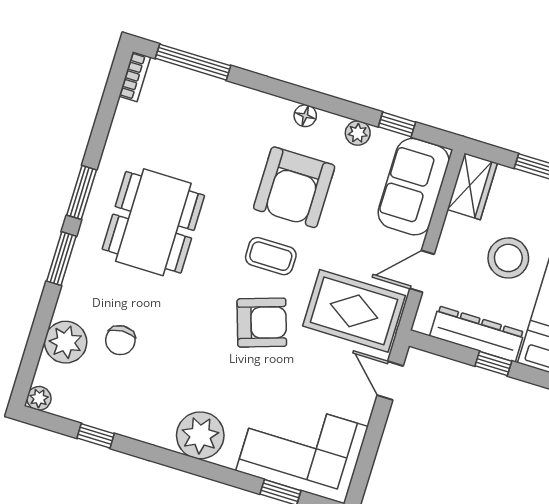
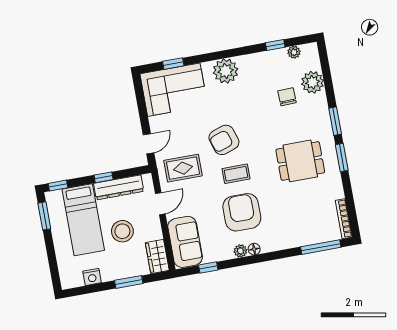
bookcase: (135, 77) -> (344, 219), width x1.56
plant: (358, 133) -> (240, 251), moved
dining table: (153, 222) -> (300, 161), width x0.73
rug: (354, 311) -> (183, 168), width x0.73, depth x0.70
door: (390, 381) -> (149, 144), hinge flipped
plant: (39, 398) -> (294, 52), moved

